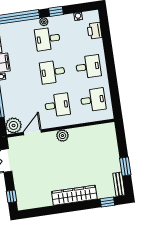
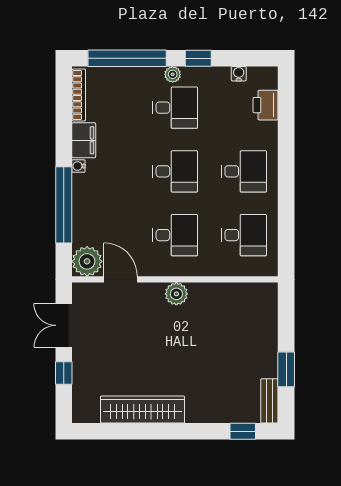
desk: (48, 39) -> (175, 108), turned 180
desk: (52, 72) -> (175, 171), turned 180
door: (32, 132) -> (121, 279), hinge flipped
wardrobe: (74, 195) -> (143, 410), moved
window: (12, 196) -> (64, 373), moved

